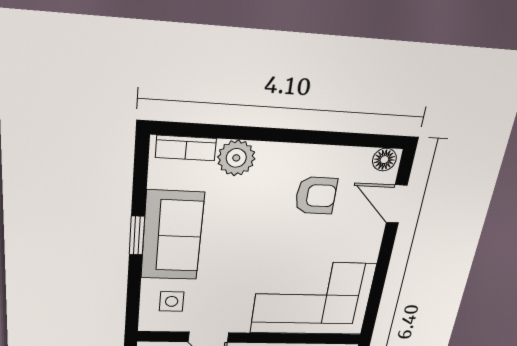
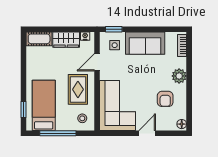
plant: (236, 158) -> (179, 76), moved
door: (397, 204) -> (147, 133), moved
window: (137, 236) -> (114, 29), moved

